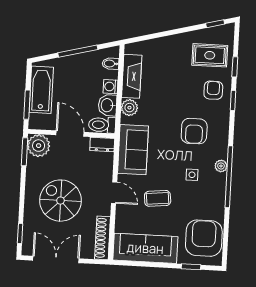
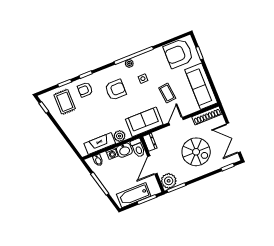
spiral stairs: (61, 201) -> (196, 152), turned -90

